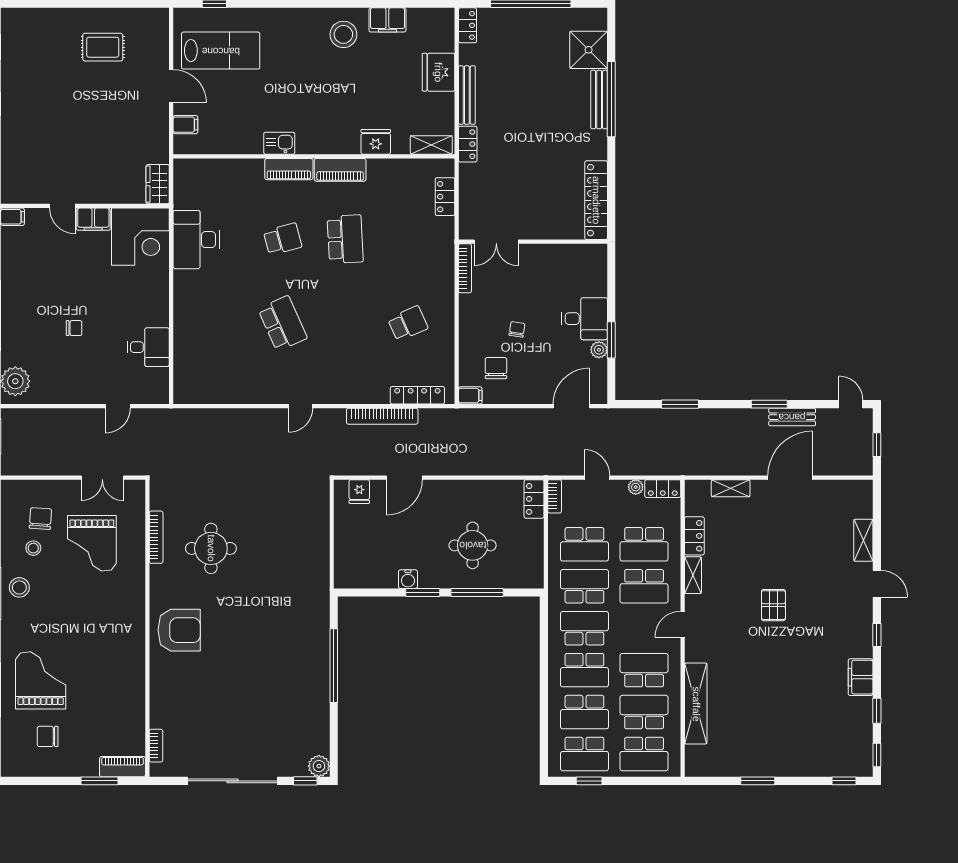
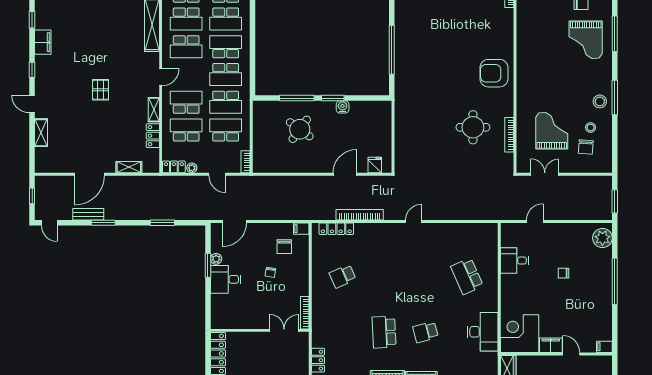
school desk: (283, 323) -> (467, 276), moved
locker: (534, 499) -> (259, 160), removed
round table: (473, 545) -> (300, 129), turned 36
school desk: (584, 712) -> (226, 19), turned 180

